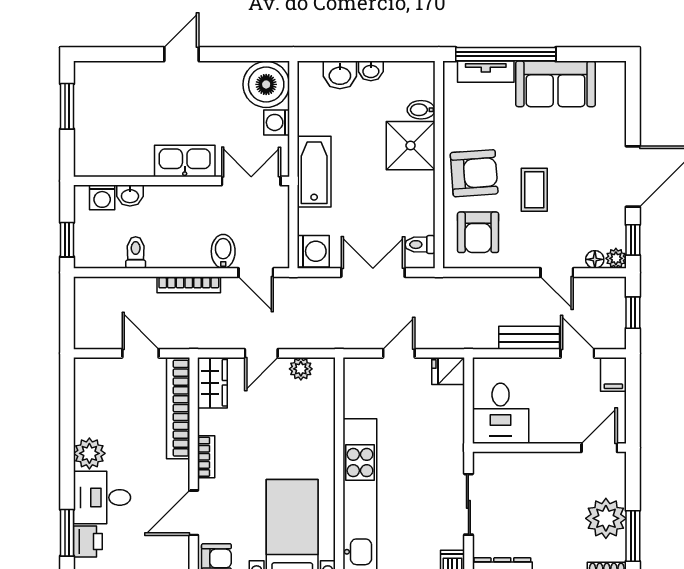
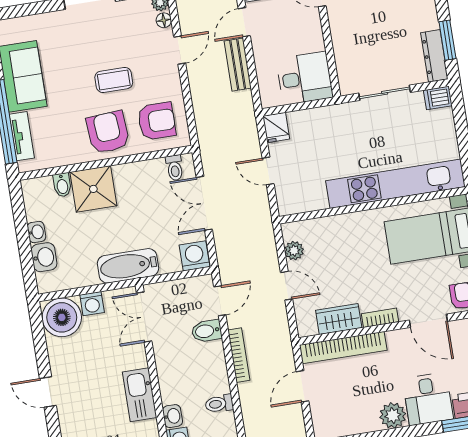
kitchen sink: (185, 161) -> (140, 395), moved
wardrobe: (212, 383) -> (339, 319), moved

